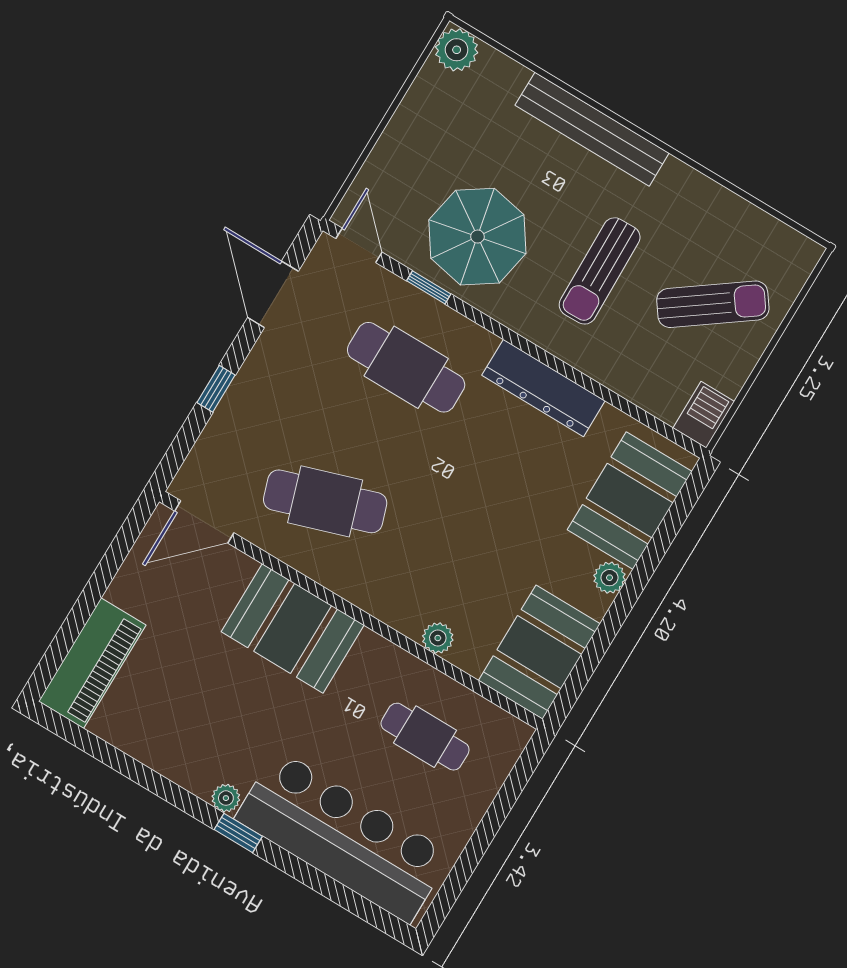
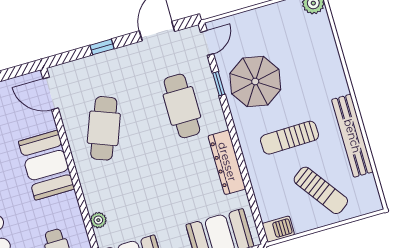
bench: (592, 129) -> (352, 136), moved
cafe table: (325, 501) -> (104, 128), turned 39

